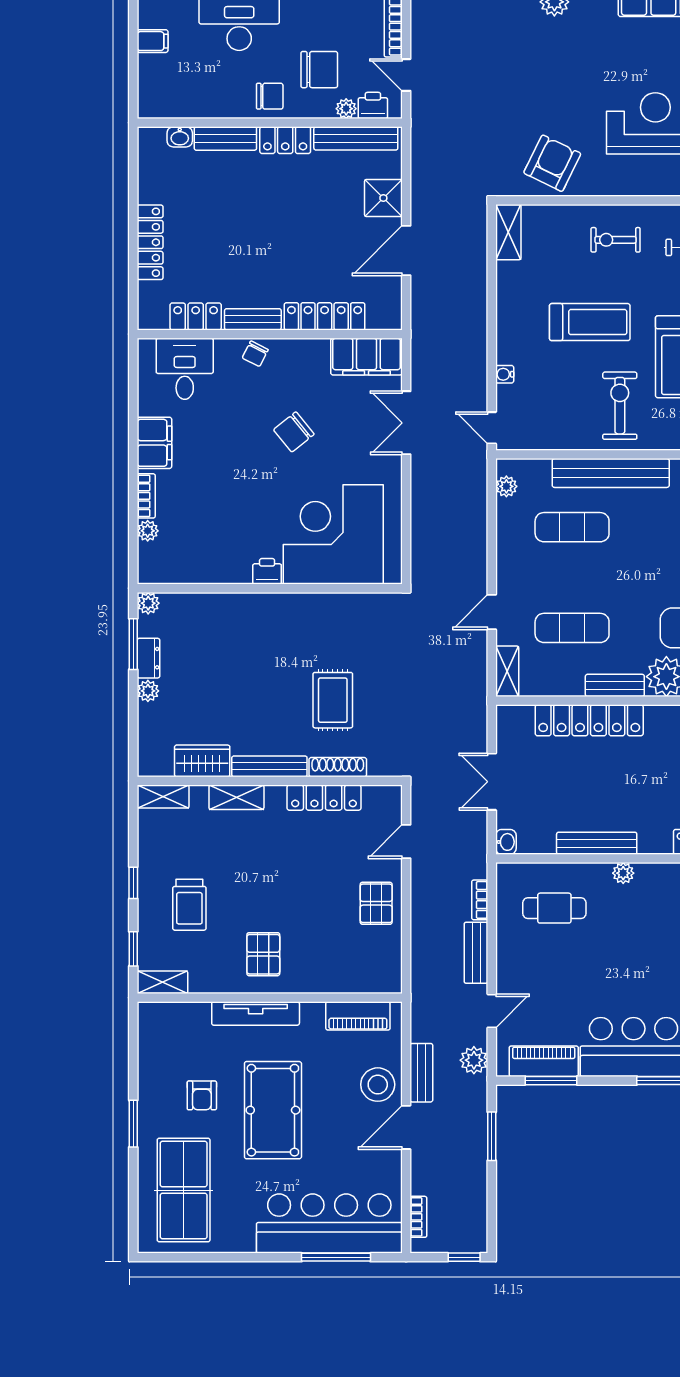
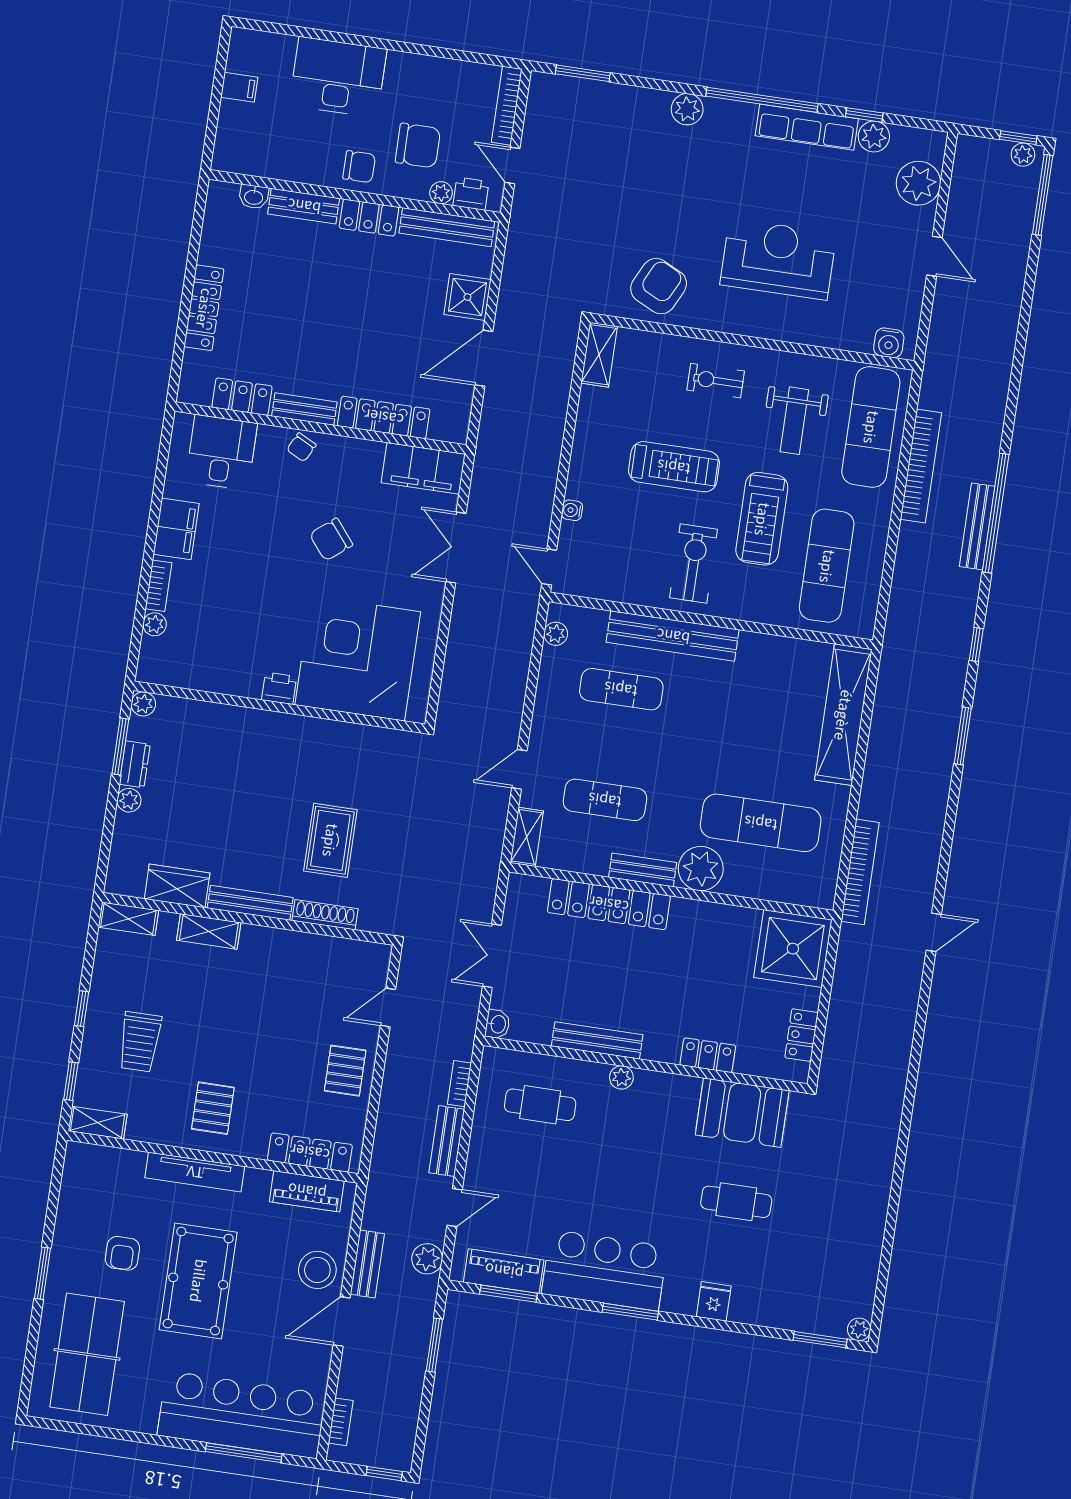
locker: (324, 798) -> (310, 1152), moved, turned 180

